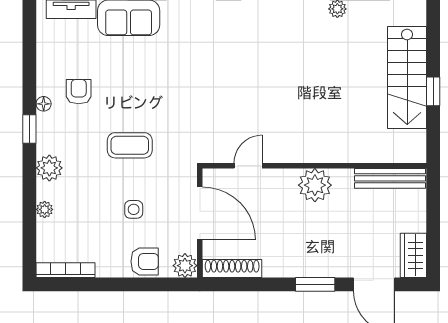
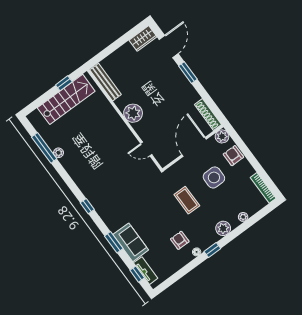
armchair: (79, 92) -> (180, 240), turned 90
door: (248, 166) -> (146, 149), moved
wall: (314, 166) -> (125, 120), moved
bench: (390, 178) -> (106, 82), moved
plant: (315, 185) -> (133, 113), moved
side table: (134, 209) -> (214, 177), width x1.87, depth x1.87

